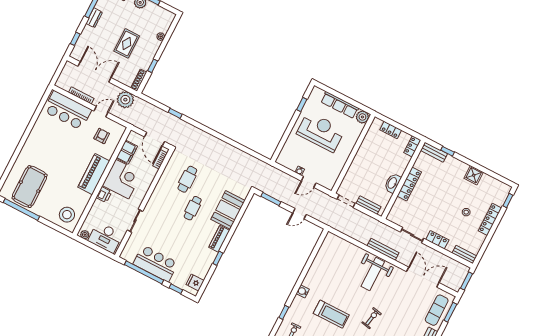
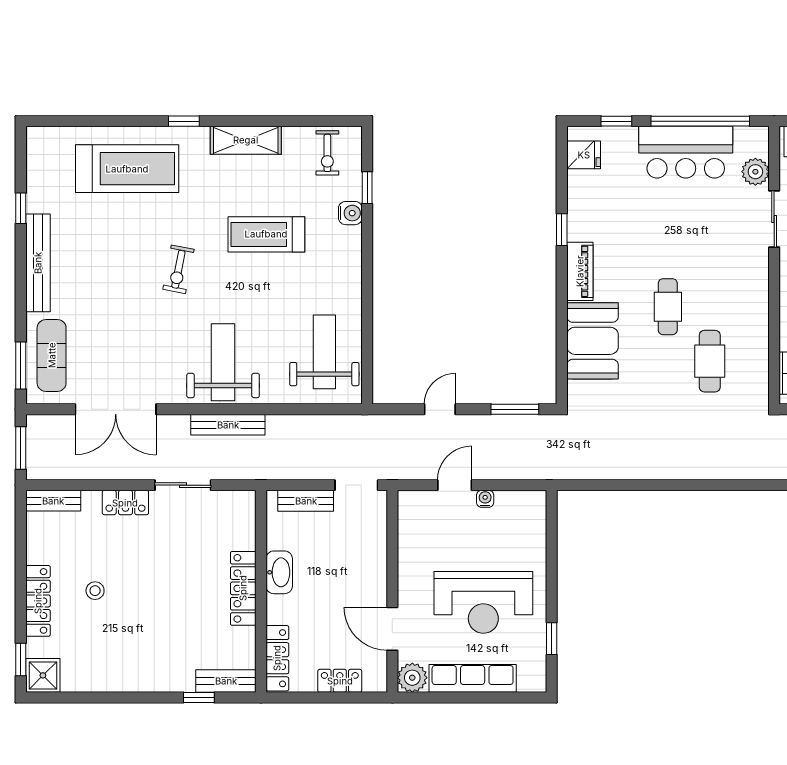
door: (360, 139) -> (392, 629), added
locker: (412, 146) -> (277, 658), width x1.53
shower: (474, 175) -> (43, 675), moved
plant: (133, 242) -> (755, 172), added
weight bench: (332, 258) -> (324, 352), added
water cooler: (303, 291) -> (350, 213), moved

